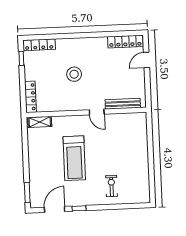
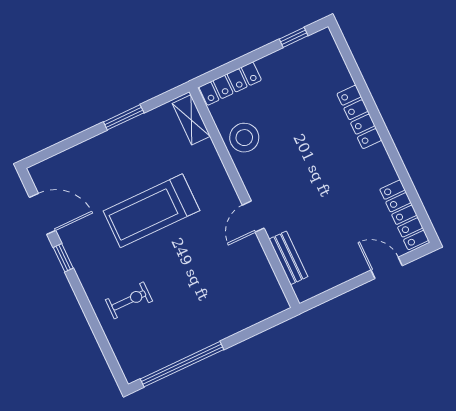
locker: (39, 45) -> (359, 117), moved
stool: (74, 74) -> (244, 138), moved
bench: (123, 104) -> (288, 258), width x0.73
window: (151, 174) -> (182, 364), added
window: (27, 192) -> (124, 117), moved

